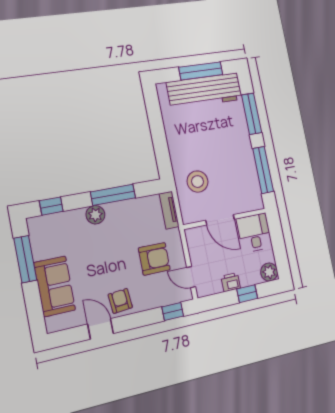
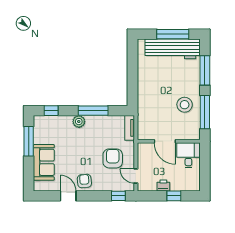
stool: (198, 182) -> (185, 105), moved
armchair: (154, 259) -> (113, 158), turned -90
plant: (269, 272) -> (194, 185), removed

